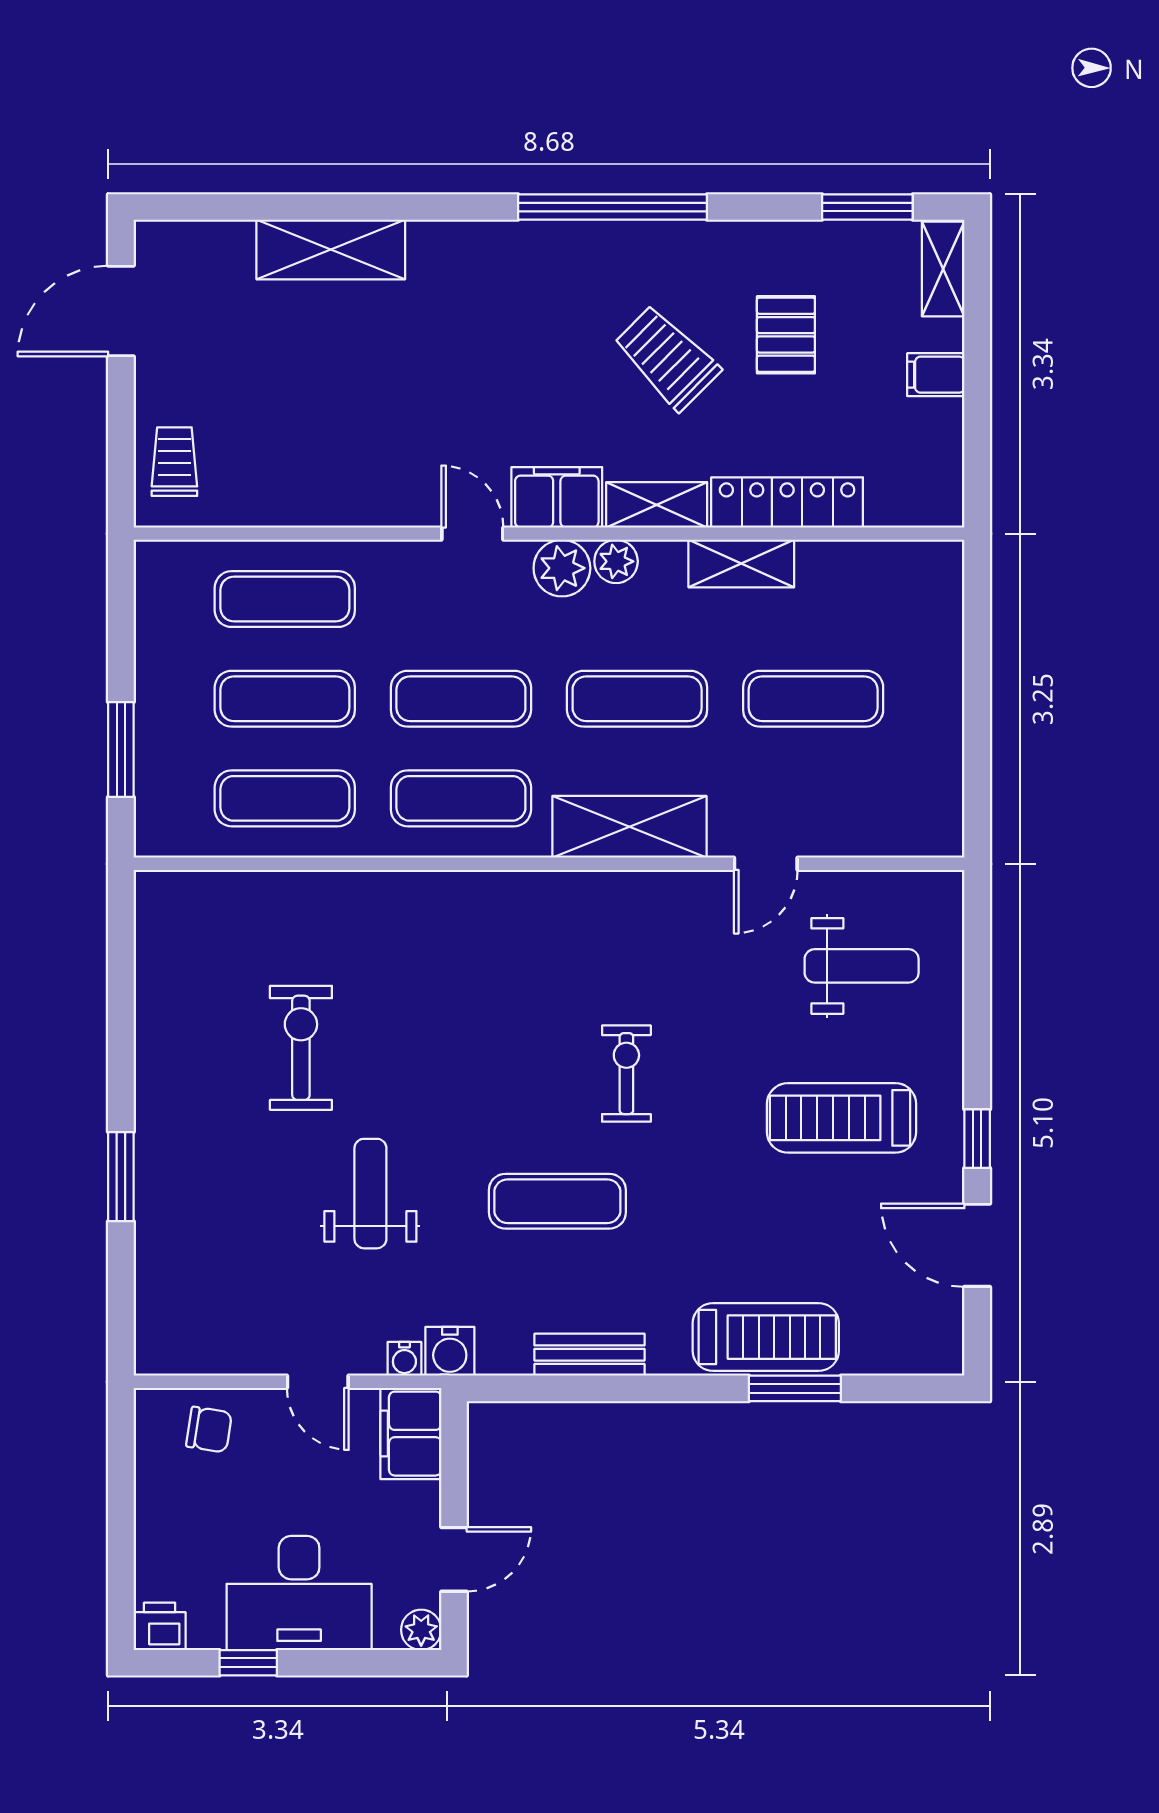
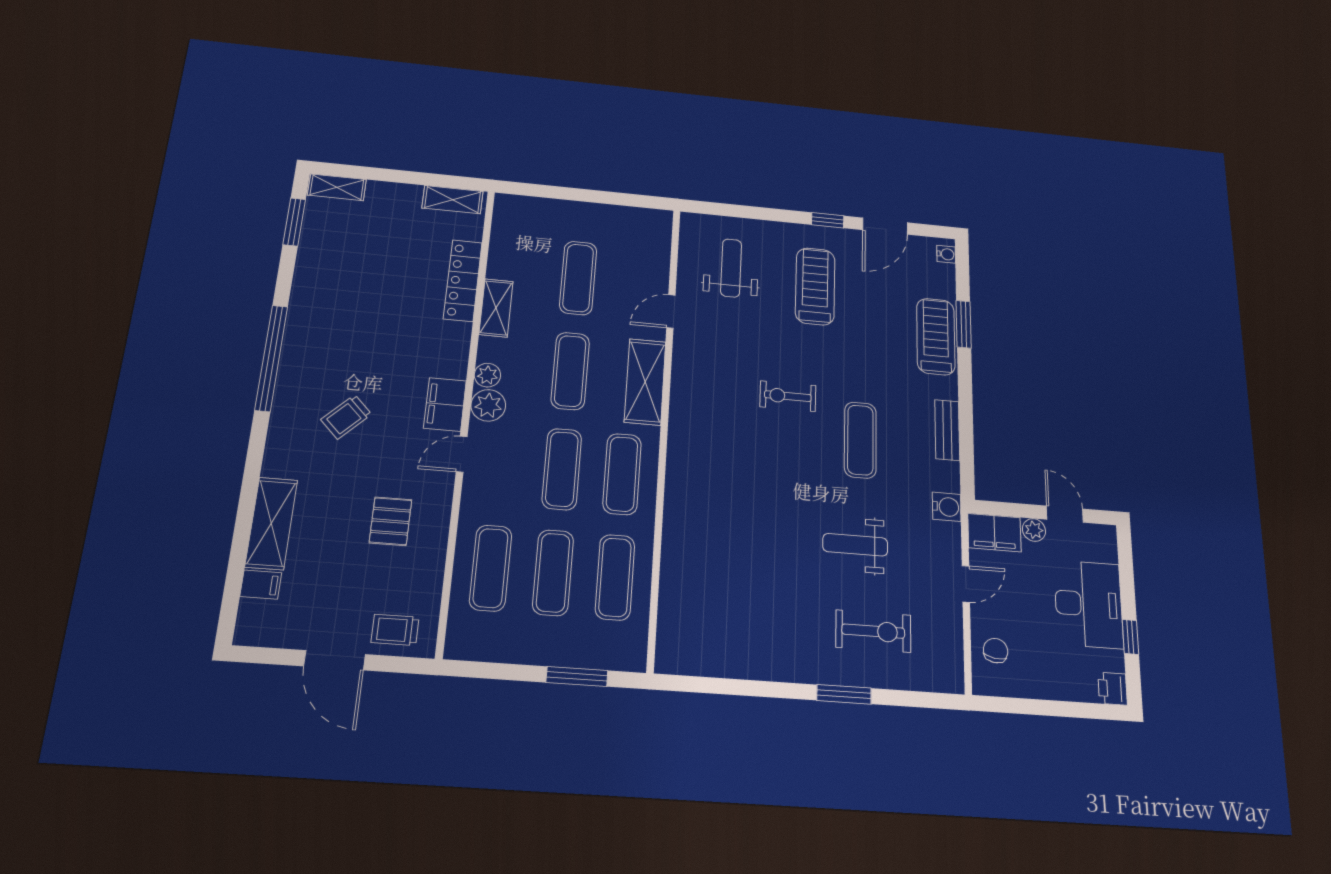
door: (121, 311) -> (335, 660), moved
pallet: (786, 335) -> (391, 521), moved, turned 90
trolley: (667, 358) -> (346, 417), moved, width x0.73, depth x0.72
filing cabinet: (936, 375) -> (261, 585), moved, turned -90
shelving: (657, 505) -> (453, 200), moved, turned 90
door: (766, 864) -> (671, 311), swing flipped
exercise bike: (301, 1048) -> (873, 631), moved, turned 180
treadmill: (842, 1118) -> (815, 286), turned 180
water cooler: (404, 1359) -> (946, 254), moved
plant: (421, 1630) -> (1034, 530), moved

